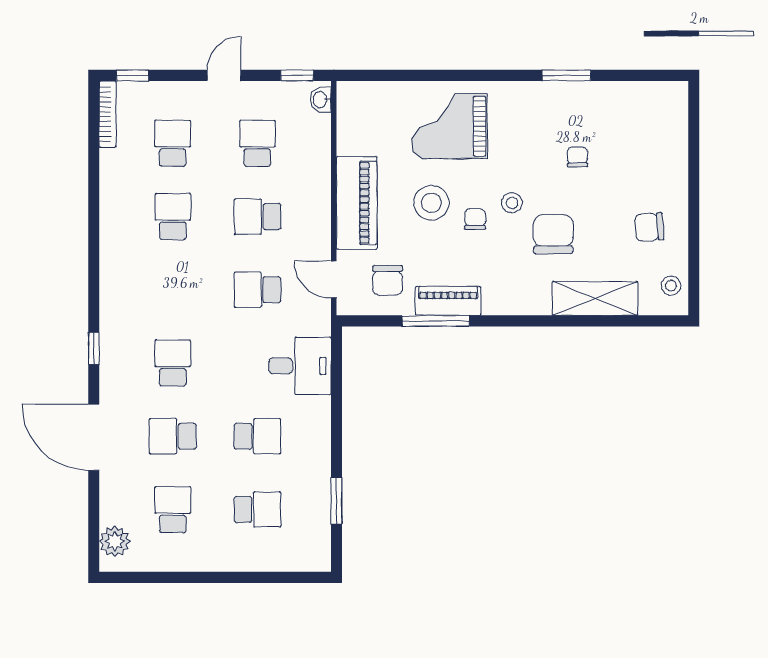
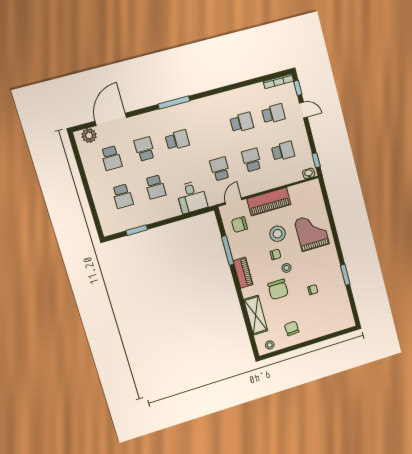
door: (224, 75) -> (303, 110), moved
chair: (553, 234) -> (278, 289), turned 90
piano: (448, 301) -> (243, 273), moved
window: (94, 348) -> (174, 102), width x2.17
door: (94, 437) -> (111, 119), moved
school desk: (173, 509) -> (111, 158), turned 90

